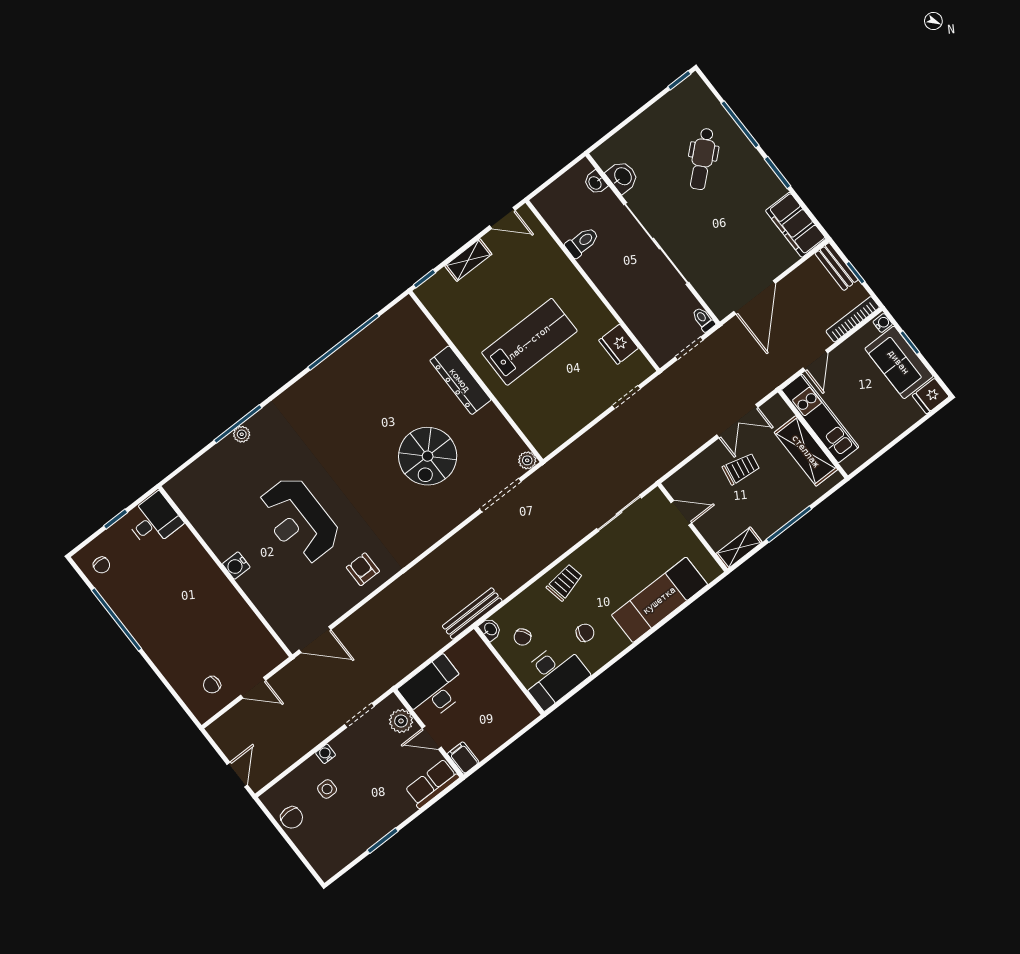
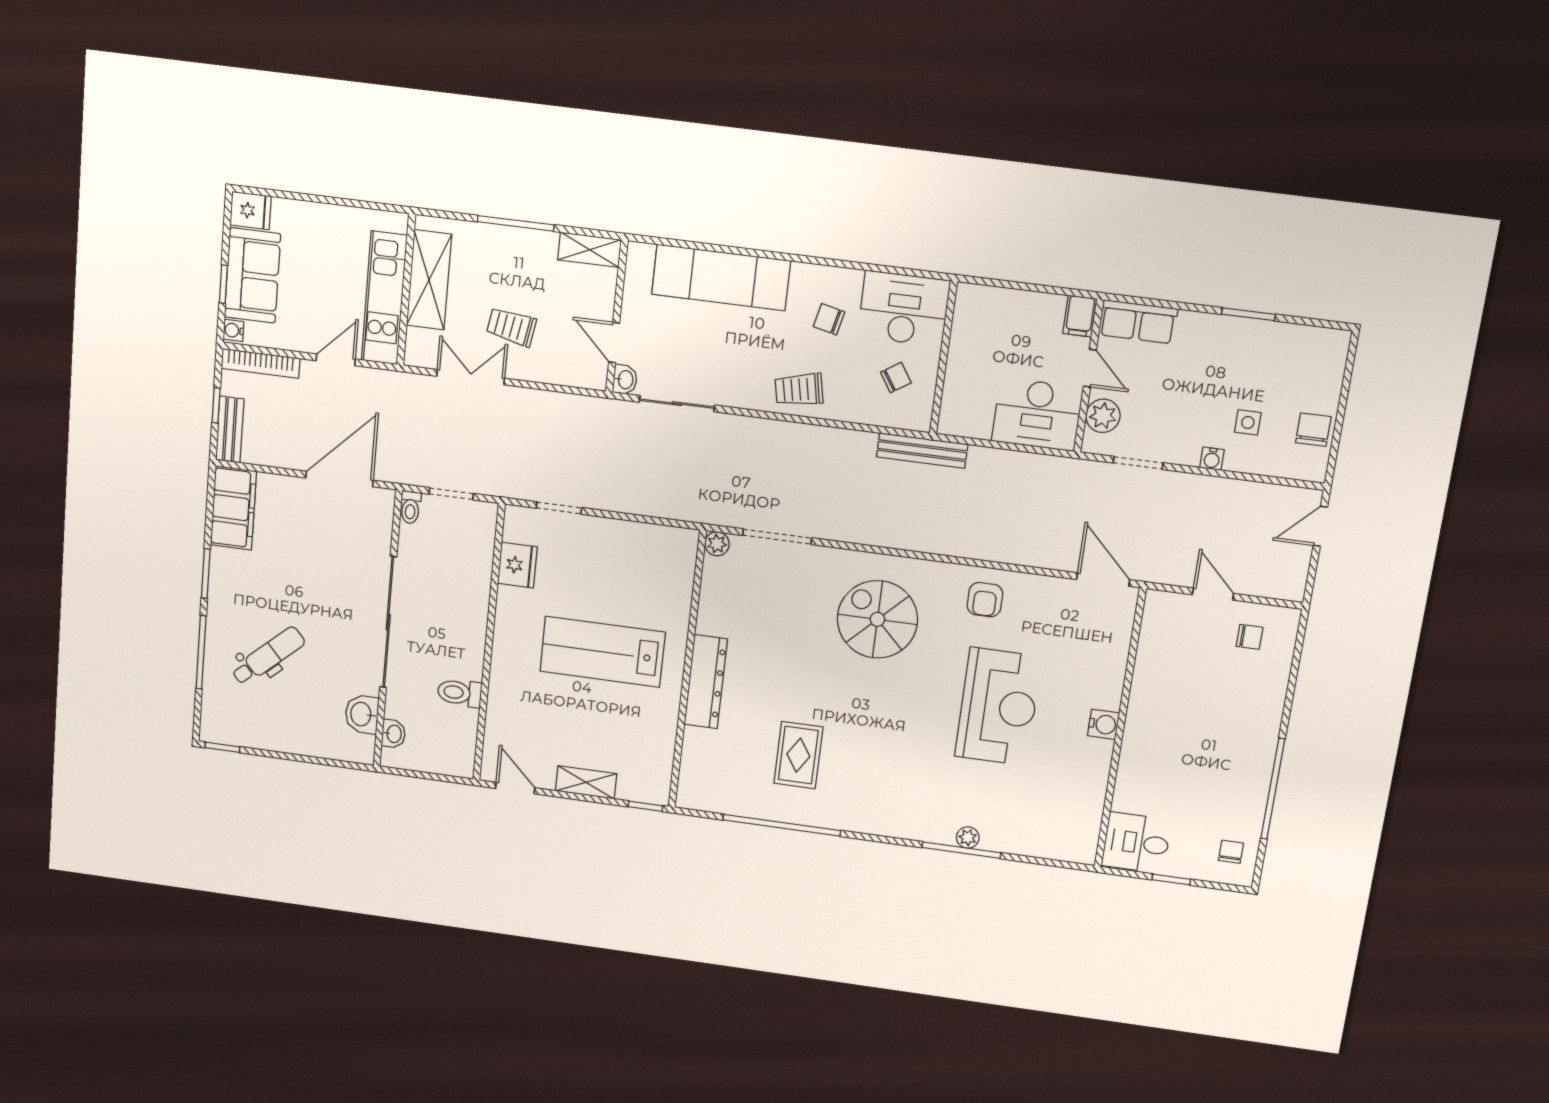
rug: (373, 389) -> (798, 755), added
spiral stairs: (428, 456) -> (877, 619), moved, turned -90
washbasin: (490, 629) -> (625, 380), moved, turned 180

